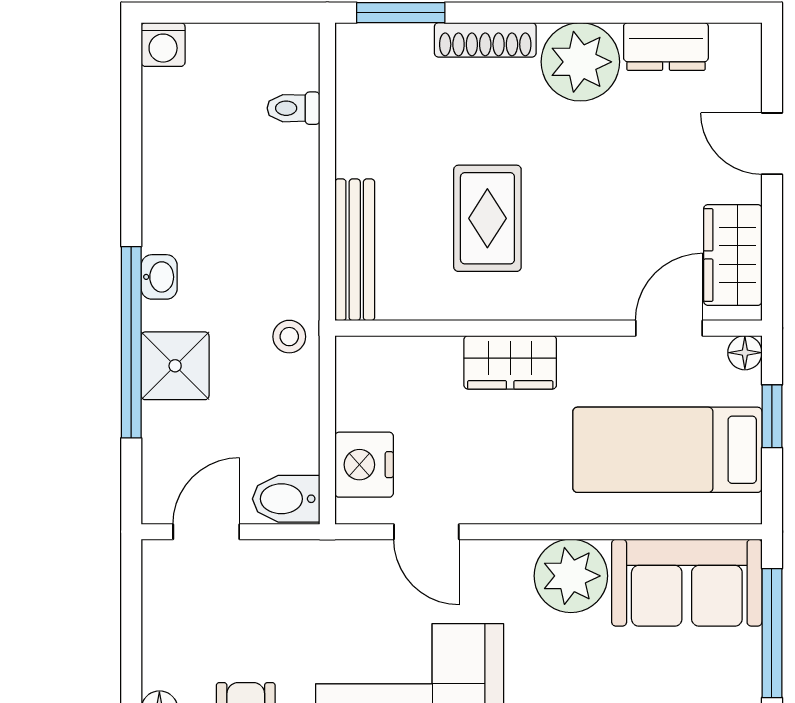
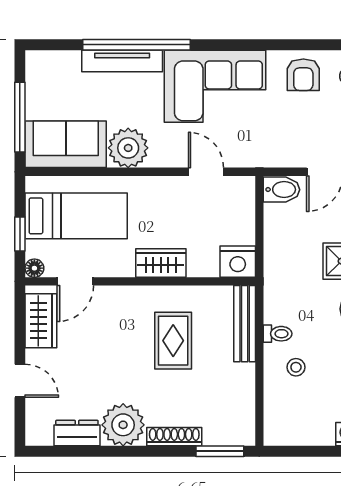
toilet: (294, 108) -> (278, 334), moved
stool: (289, 337) -> (296, 367), moved
nightstand: (364, 465) -> (238, 262), moved, turned 90

